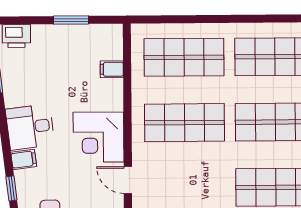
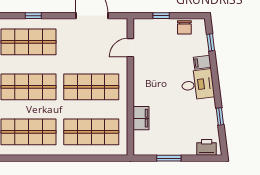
filing cabinet: (112, 69) -> (141, 118), width x2.00
corner desk: (98, 137) -> (151, 77), removed
door: (128, 180) -> (130, 48), swing flipped

